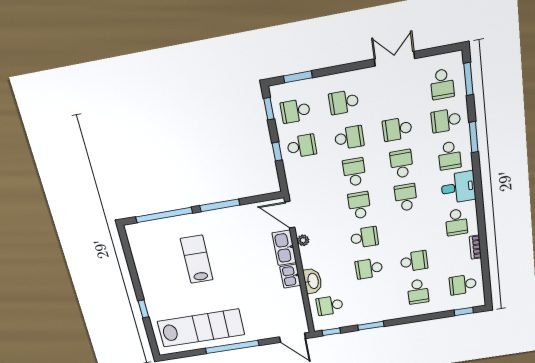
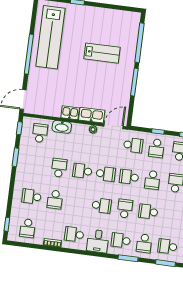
school desk: (446, 120) -> (144, 243), turned 180
school desk: (397, 129) -> (148, 212), turned -90
school desk: (402, 164) -> (125, 209), turned -90
school desk: (354, 172) -> (129, 177), turned 180
school desk: (308, 180) -> (133, 145), added
school desk: (364, 237) -> (82, 171), turned 90
school desk: (463, 285) -> (28, 228), turned 180

